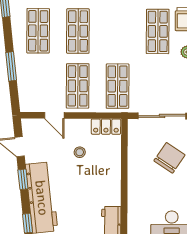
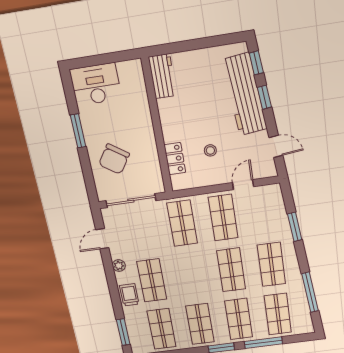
door: (54, 115) -> (243, 185), hinge flipped
locker: (106, 127) -> (175, 159), moved, turned 90
window: (23, 179) -> (264, 97), moved

